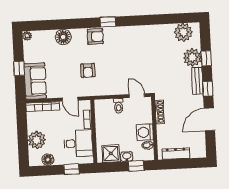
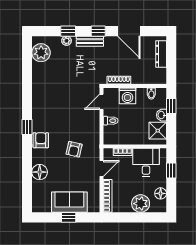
plant: (27, 36) -> (37, 208), removed
plant: (192, 58) -> (67, 41), width x0.53, depth x0.53
armchair: (88, 70) -> (74, 149), turned 103
sofa: (35, 81) -> (69, 202), moved
washing machine: (145, 132) -> (128, 96), moved
dresser: (176, 154) -> (161, 54), moved

